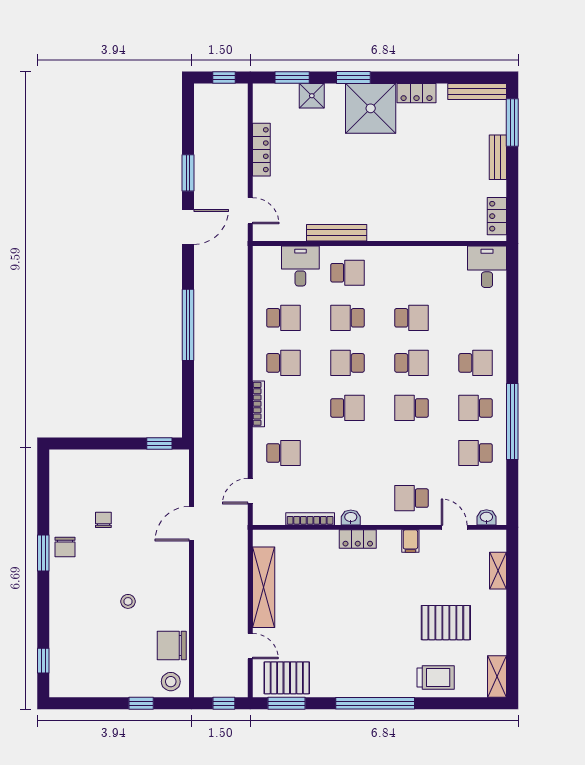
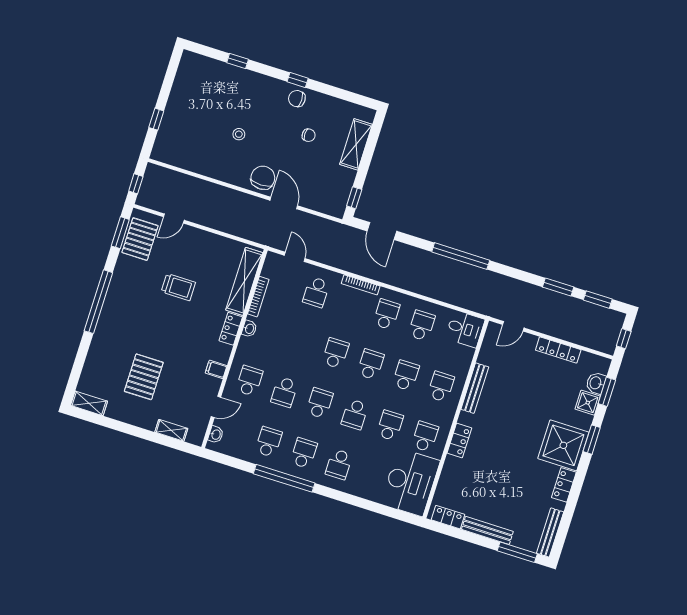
washbasin: (286, 93) -> (596, 383), added
window: (188, 122) -> (598, 300), added
bench: (498, 157) -> (487, 530), width x1.36
door: (188, 227) -> (382, 231), moved
locker: (403, 231) -> (459, 440), added
desk: (300, 266) -> (465, 329), moved
desk: (487, 267) -> (410, 482), width x1.87, depth x1.30
school desk: (347, 273) -> (441, 387), turned 180
school desk: (412, 273) -> (425, 437), added
school desk: (283, 318) -> (422, 326), turned 180
school desk: (412, 318) -> (390, 425), turned 180
window: (188, 325) -> (461, 256), moved
school desk: (283, 363) -> (386, 314), turned 180
school desk: (347, 408) -> (335, 353), turned 180
school desk: (412, 453) -> (284, 392), added
shelving: (97, 461) -> (356, 144), added
window: (43, 553) -> (298, 80), width x0.67
shelving: (264, 587) -> (244, 281), moved, turned 90
chair: (172, 645) -> (263, 178), moved
window: (43, 661) -> (238, 61), moved
trolley: (436, 678) -> (178, 287), moved, turned -90
stool: (171, 682) -> (166, 148), removed

